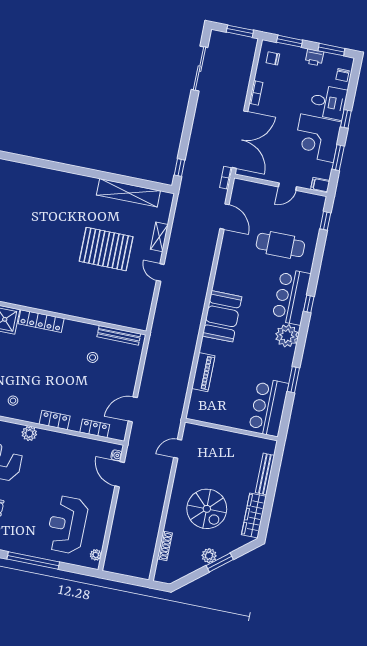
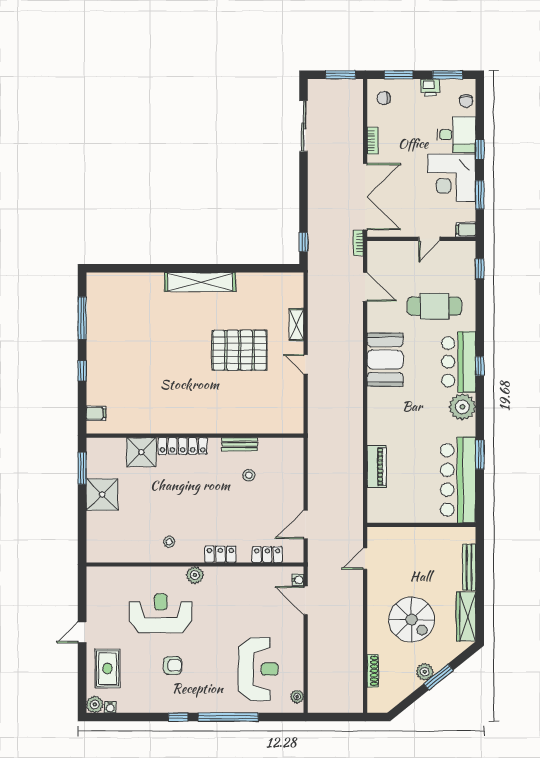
shelving: (128, 193) -> (200, 282), moved
booth: (222, 316) -> (385, 360), moved
bench: (119, 335) -> (240, 444), moved, width x0.73
bar counter: (269, 407) -> (458, 480), width x1.36
reception desk: (67, 525) -> (258, 669), turned 180

